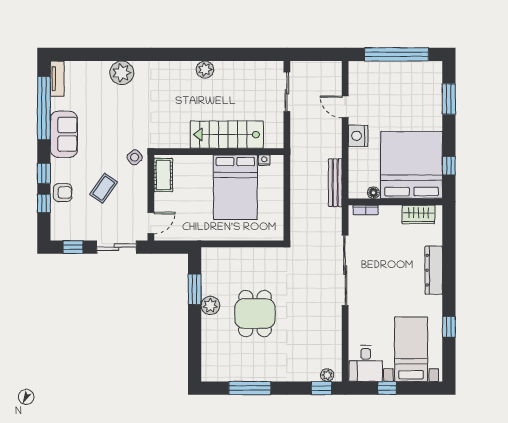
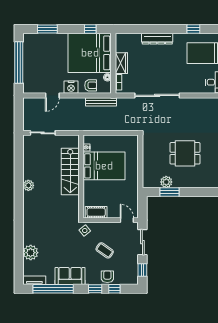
plant: (122, 73) -> (31, 253), moved
armchair: (361, 166) -> (91, 85), added
wardrobe: (418, 214) -> (121, 63), moved
plant: (210, 305) -> (166, 182), moved

